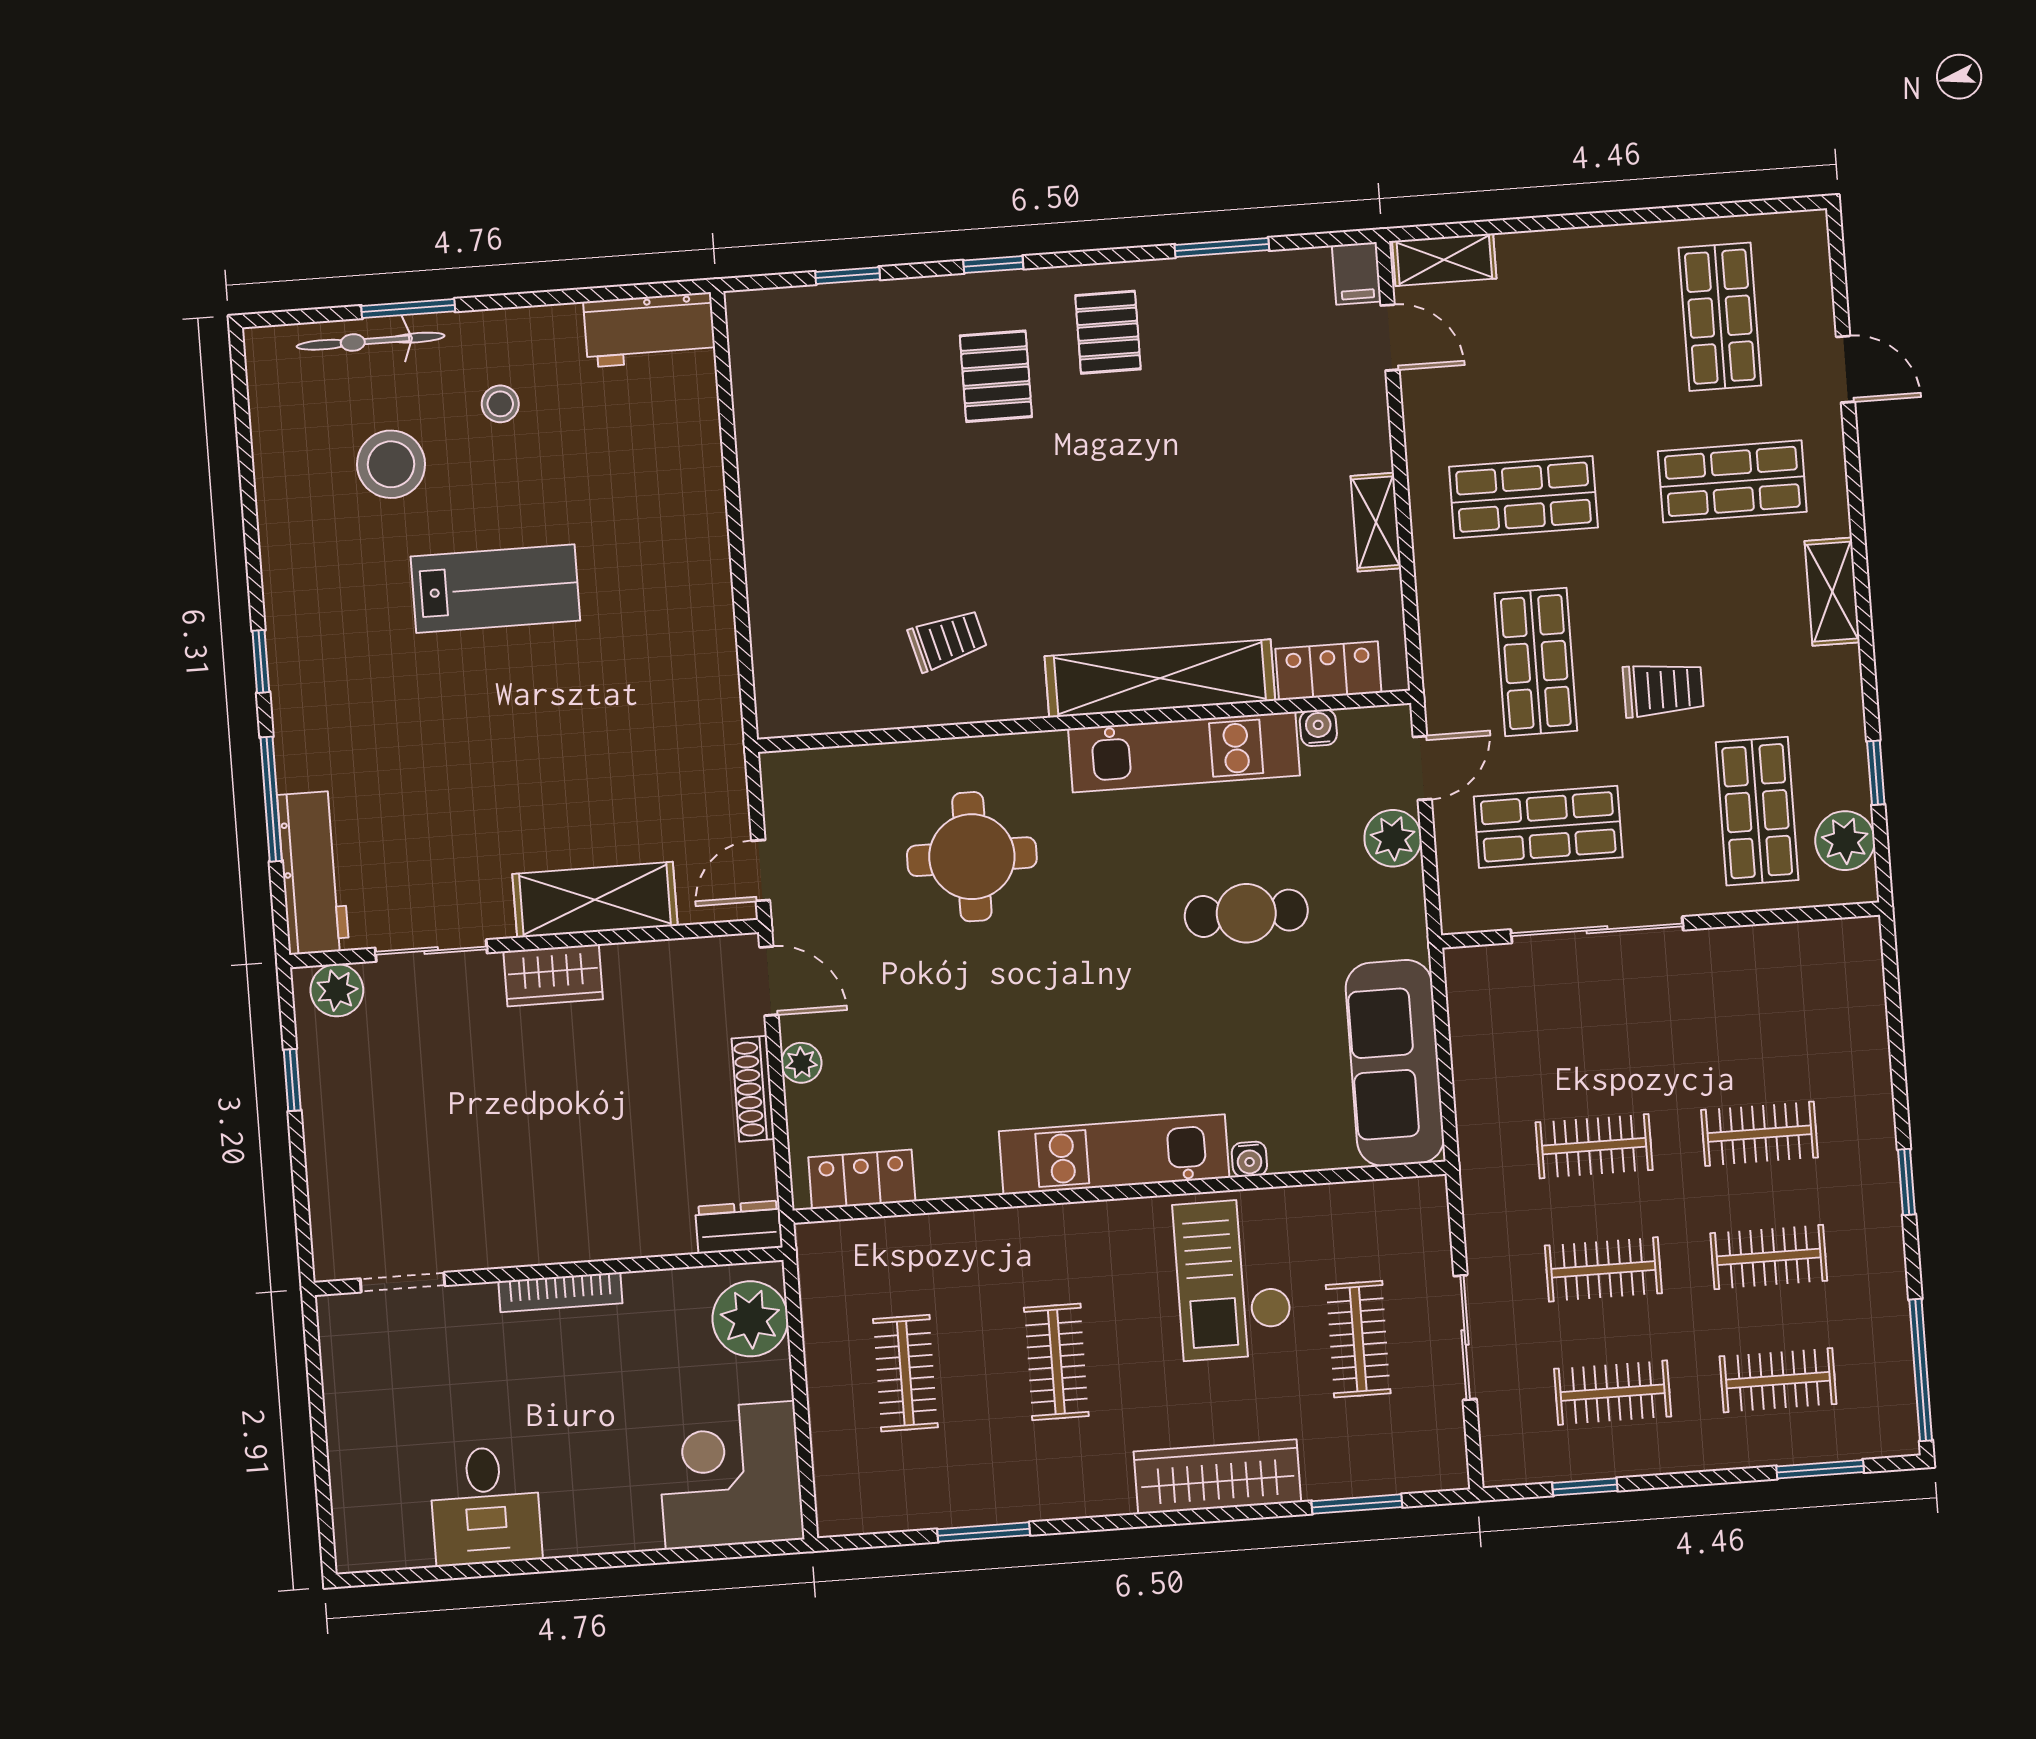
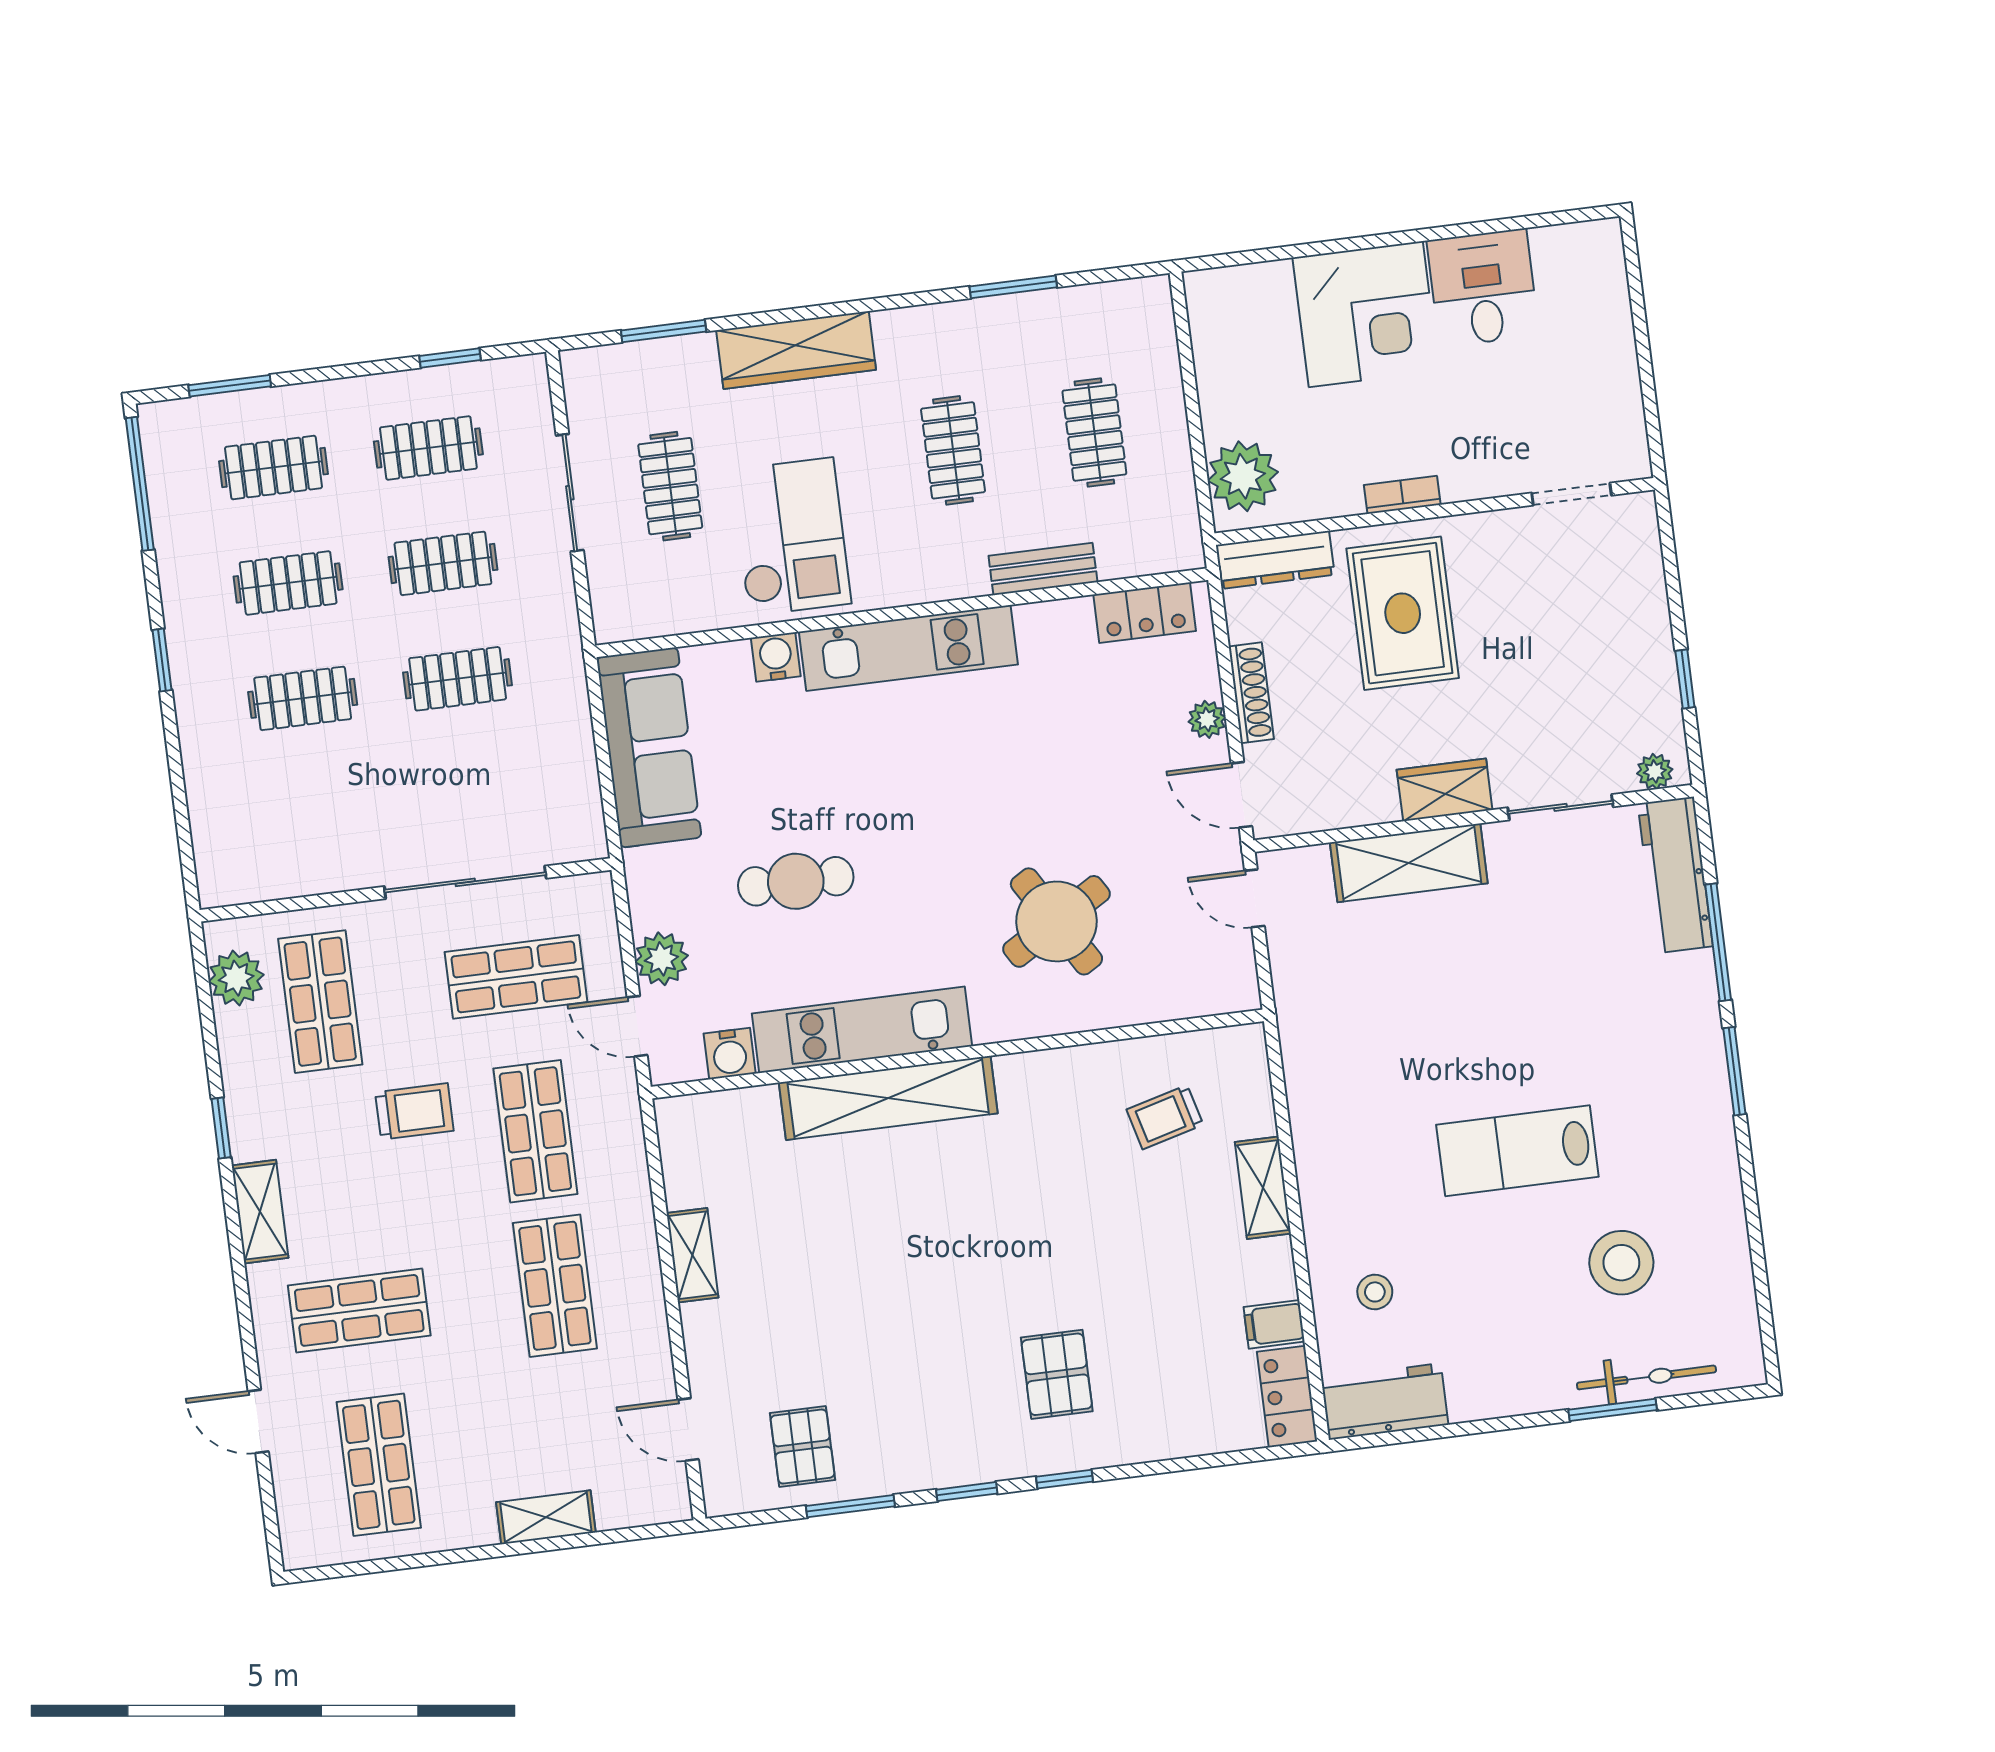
shelving: (1444, 260) -> (546, 1517), moved
filing cabinet: (1356, 273) -> (1274, 1324), moved, turned -90
window: (848, 276) -> (967, 1492), moved
pallet: (1108, 332) -> (803, 1447), moved
stool: (500, 404) -> (1375, 1292), moved
shop shelf: (1523, 497) -> (555, 1286), turned 90
shelving: (767, 563) -> (1263, 1188), added
trolley: (948, 640) -> (1165, 1117), moved
window: (261, 661) -> (1734, 1071), width x1.50
locker: (1328, 671) -> (1287, 1397), moved, turned 90
trolley: (1663, 690) -> (414, 1111), turned 180
water cooler: (1318, 728) -> (730, 1054), width x1.38, depth x1.38
door: (1422, 768) -> (637, 1026), hinge flipped
window: (1876, 773) -> (221, 1128), moved
round table: (972, 857) -> (1056, 921), turned -31
door: (761, 870) -> (1255, 898), swing flipped
plant: (337, 990) -> (1655, 771), width x0.73, depth x0.73
water cooler: (1249, 1159) -> (776, 657), width x1.38, depth x1.38
rug: (588, 1165) -> (1403, 613), added
dresser: (739, 1227) -> (1275, 560), width x1.44
bench: (967, 1231) -> (1043, 569), added
bookcase: (560, 1292) -> (1402, 495), width x0.64
corner desk: (730, 1475) -> (1366, 314), moved

